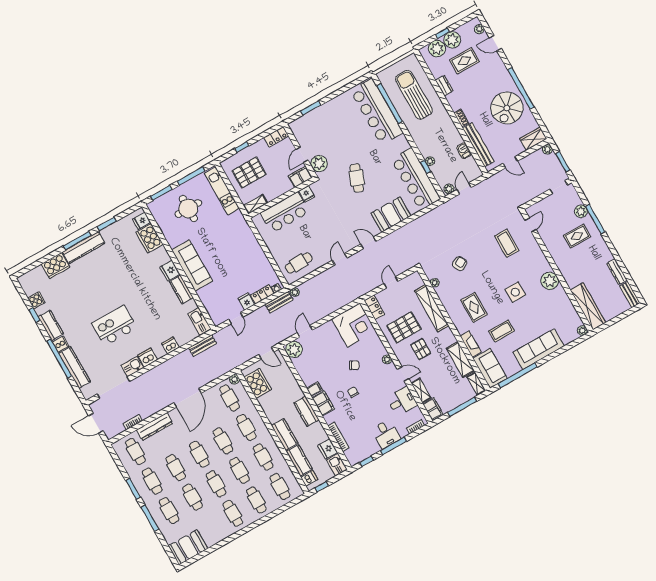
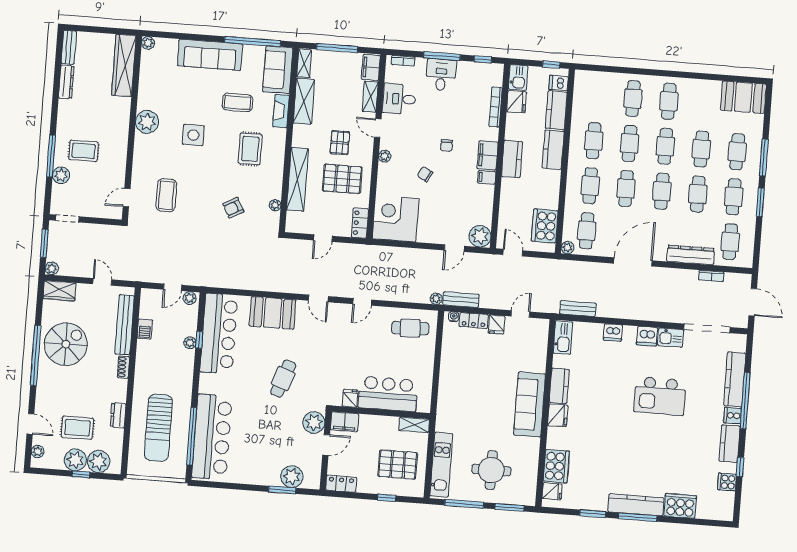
plant: (310, 120) -> (292, 477), added
cafe table: (280, 487) -> (597, 96), removed

